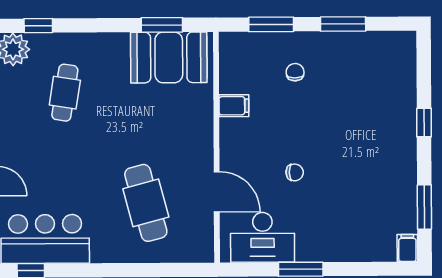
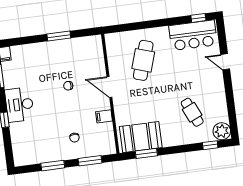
cafe table: (65, 93) -> (192, 112), turned -33
door: (217, 192) -> (109, 87), moved
cafe table: (146, 203) -> (143, 60), turned 33
desk: (263, 237) -> (19, 105), moved, turned -90

